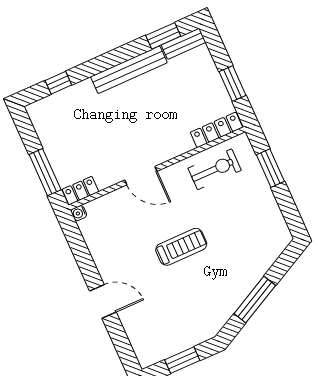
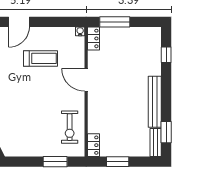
locker: (216, 130) -> (93, 145), width x0.66
door: (141, 176) -> (86, 80), hinge flipped
treadmill: (181, 247) -> (41, 58), moved, turned -90

